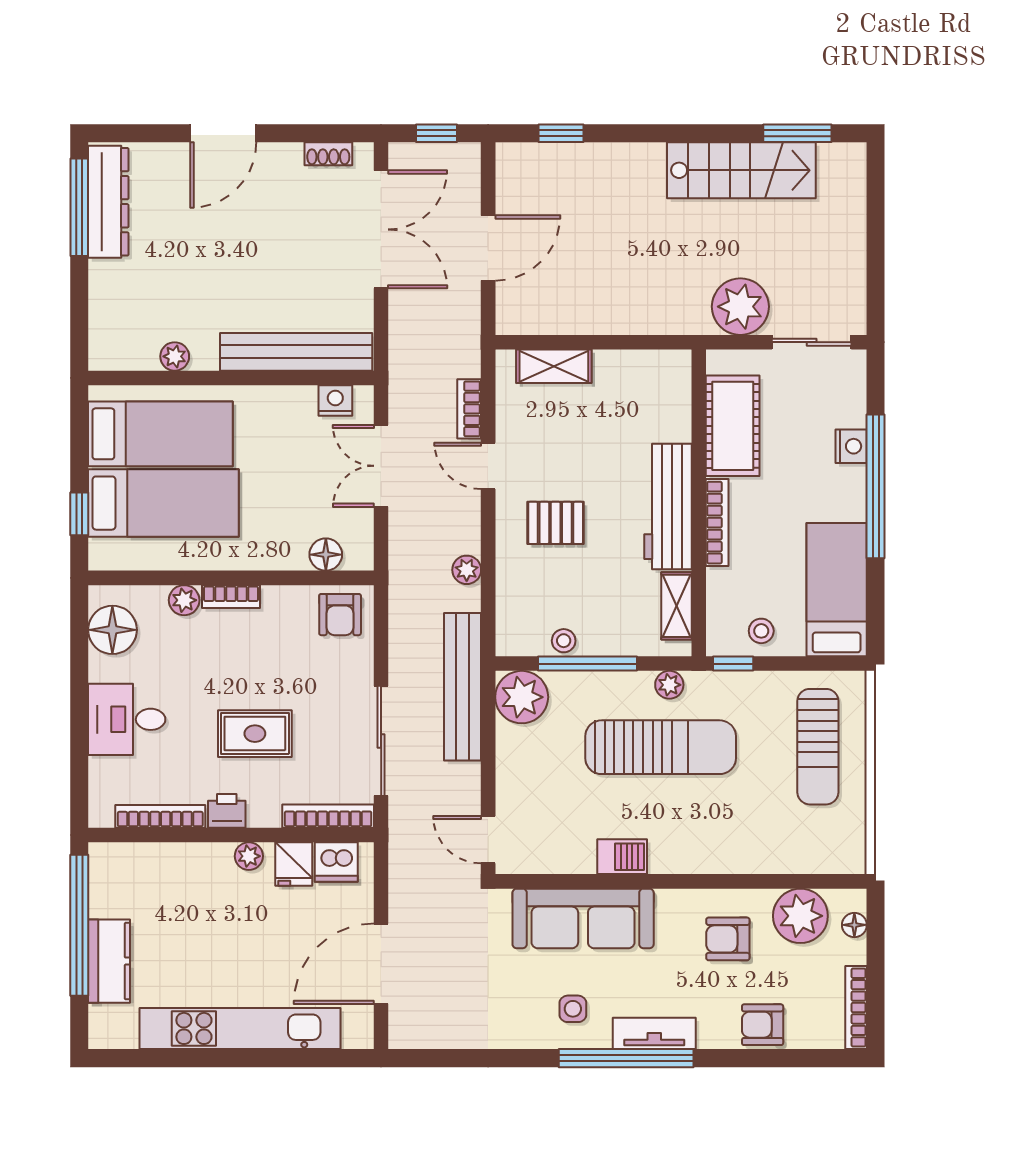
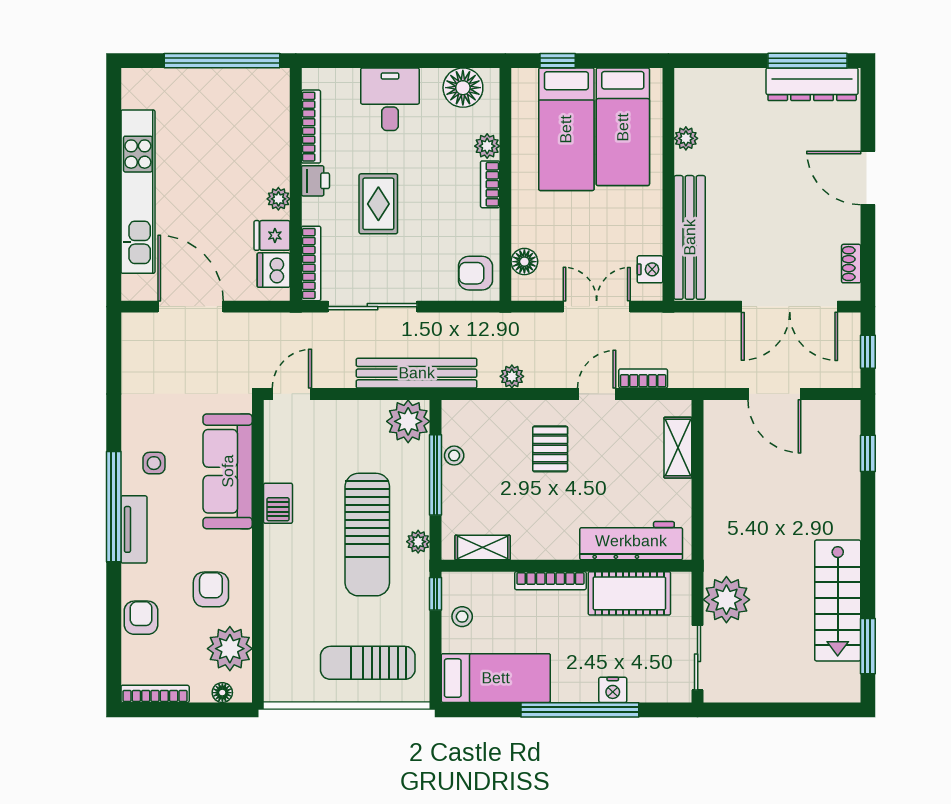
workbench: (668, 506) -> (631, 541), moved
kitchen counter: (109, 961) -> (193, 85), removed

